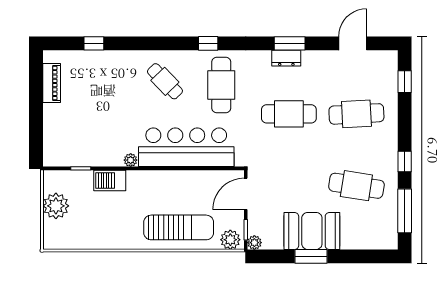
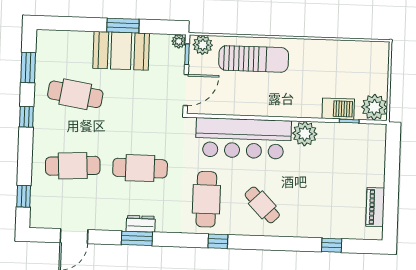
plant: (131, 160) -> (305, 134), width x1.88, depth x1.88
barbecue: (110, 180) -> (338, 109), moved
plant: (56, 206) -> (374, 107), moved
window: (405, 211) -> (28, 68), width x0.69
sun lounger: (179, 227) -> (254, 59), turned 180

